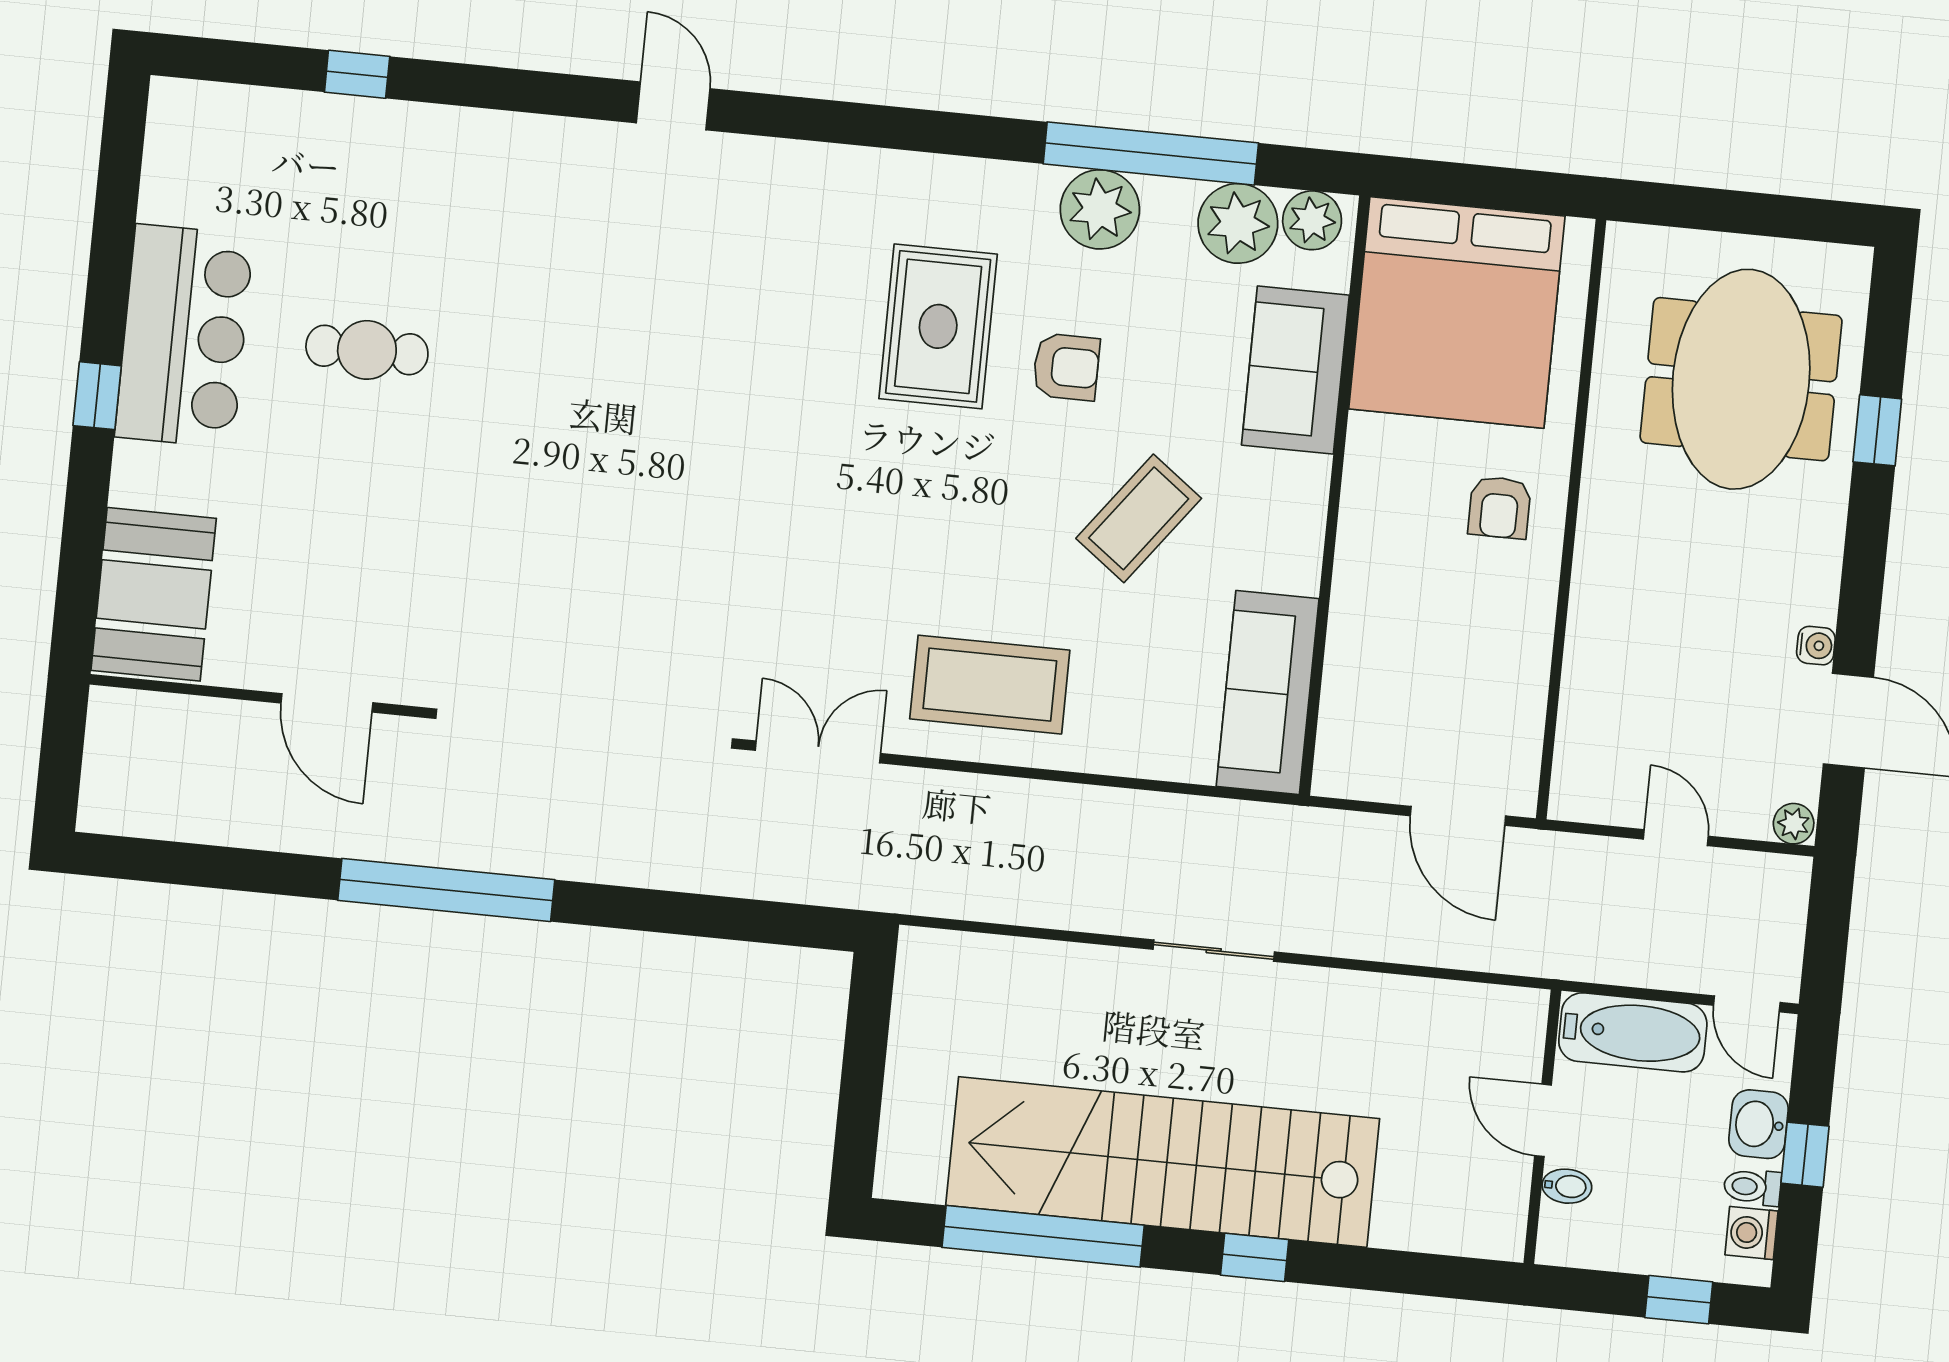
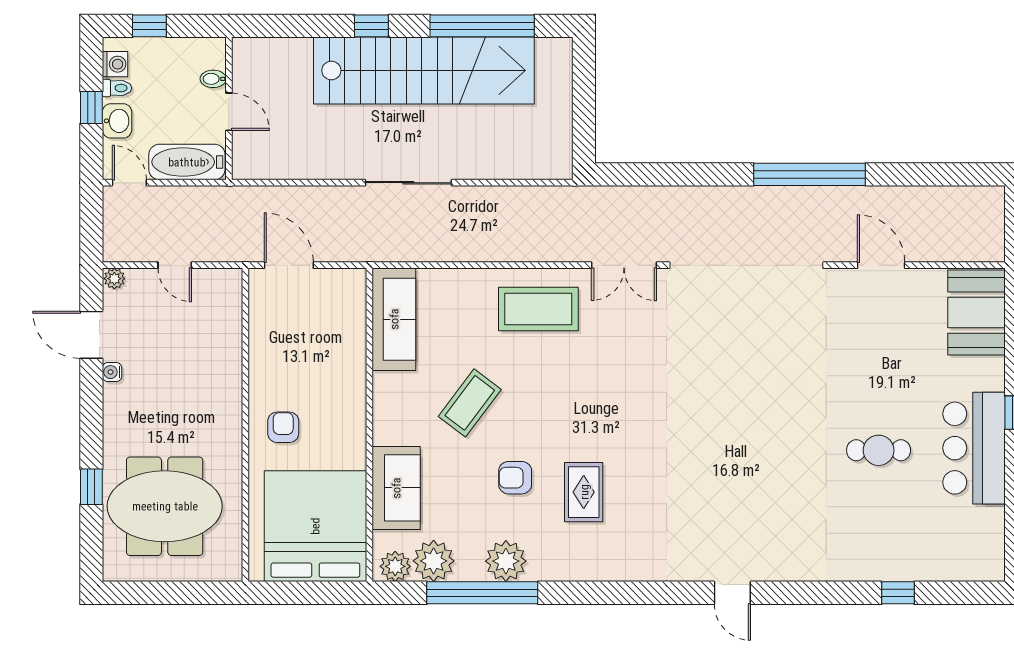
rug: (938, 326) -> (584, 492), width x0.73, depth x0.70
meeting table: (1741, 379) -> (165, 506), turned 90
sliding door: (1214, 951) -> (408, 183), width x1.37

